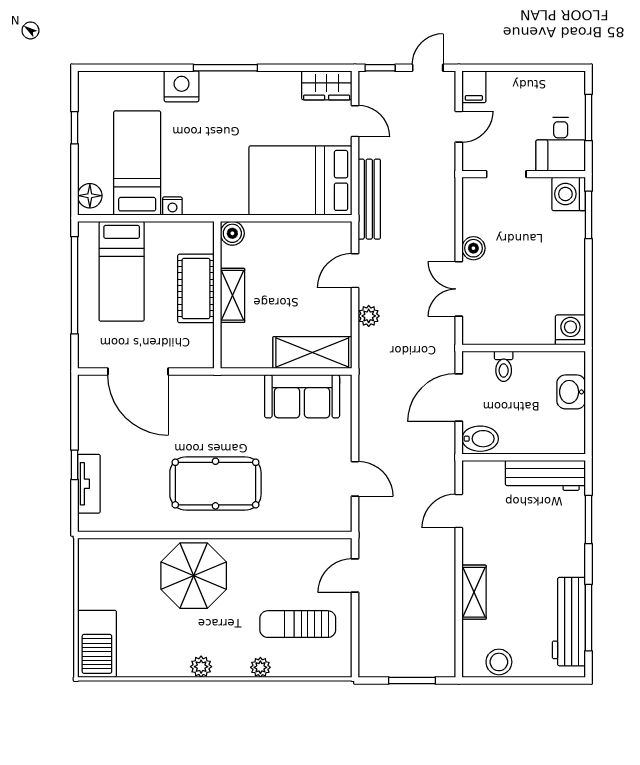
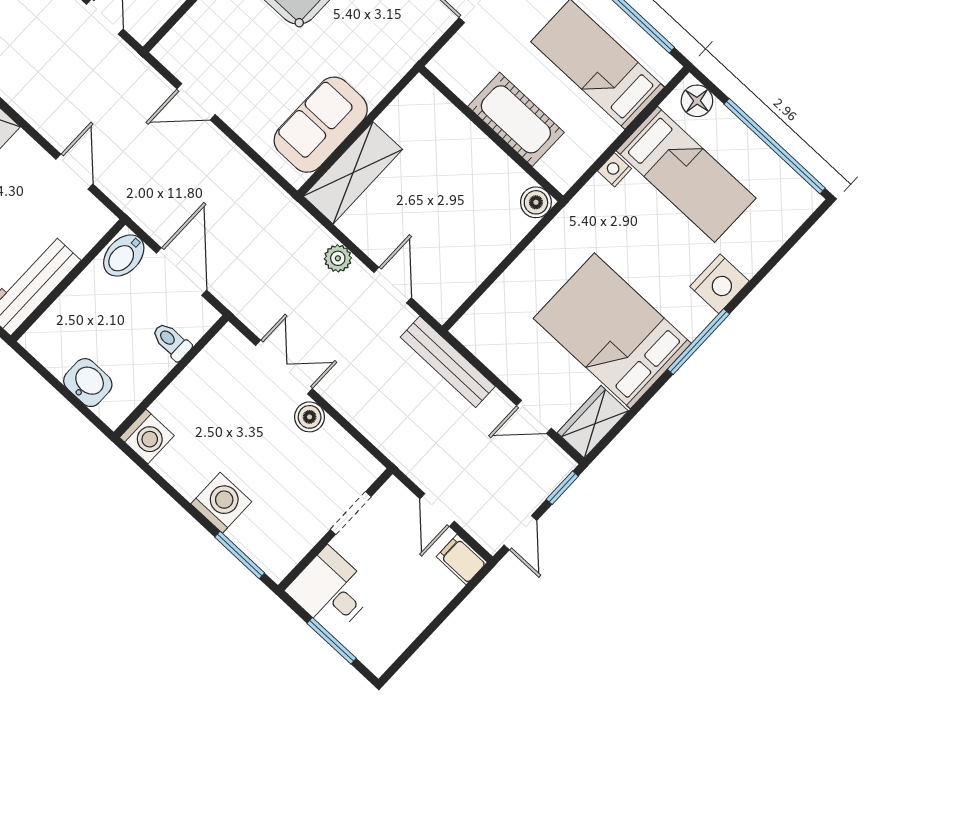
window: (74, 128) -> (775, 146), width x3.17
bed: (300, 180) -> (612, 331), moved, turned -90
washing machine: (569, 194) -> (221, 503), moved
shelving: (233, 295) -> (477, 148), removed

